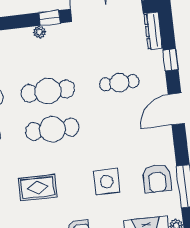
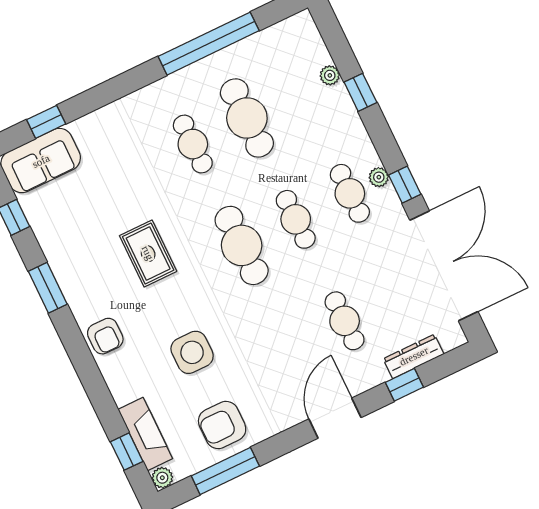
dresser: (153, 31) -> (414, 356), moved
cafe table: (43, 53) -> (350, 193), added
cafe table: (48, 91) -> (296, 219), width x0.73, depth x0.74
door: (176, 109) -> (335, 418), hinge flipped

